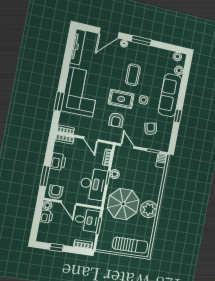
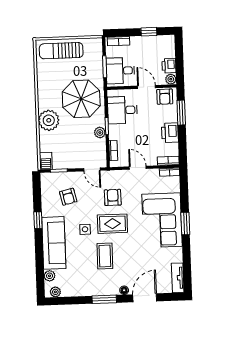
tv unit: (78, 47) -> (178, 278), width x0.71
window: (59, 101) -> (185, 223), moved
desk: (93, 184) -> (122, 110), width x0.73
plant: (149, 209) -> (49, 120), moved

